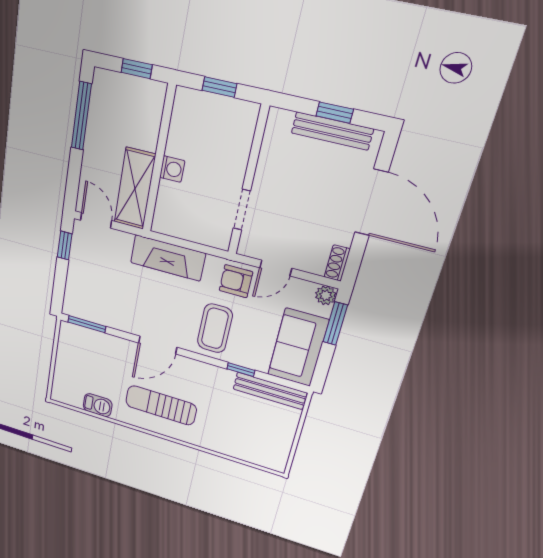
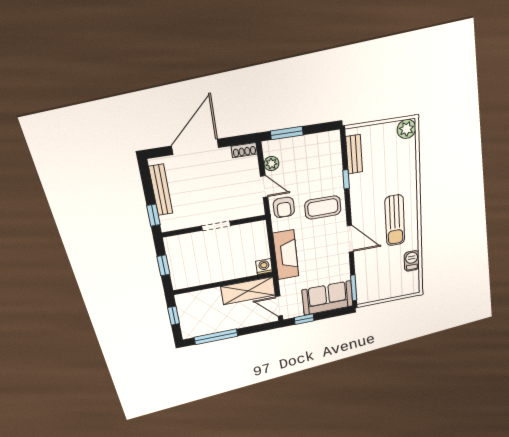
window: (335, 113) -> (153, 215), moved
washing machine: (172, 169) -> (264, 267), moved
doorway: (242, 210) -> (216, 226), moved
door: (96, 220) -> (279, 306), hinge flipped
plant: (326, 295) -> (271, 164), moved
sofa: (298, 348) -> (328, 298), moved, turned 180
bench: (270, 391) -> (354, 154), width x0.73
plant: (275, 460) -> (406, 129), added

